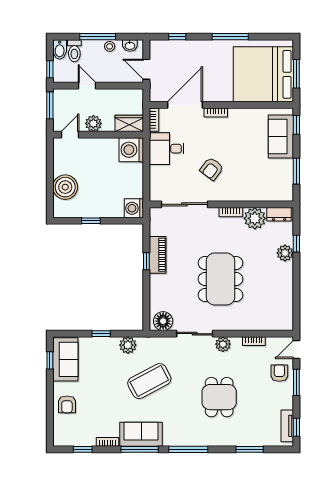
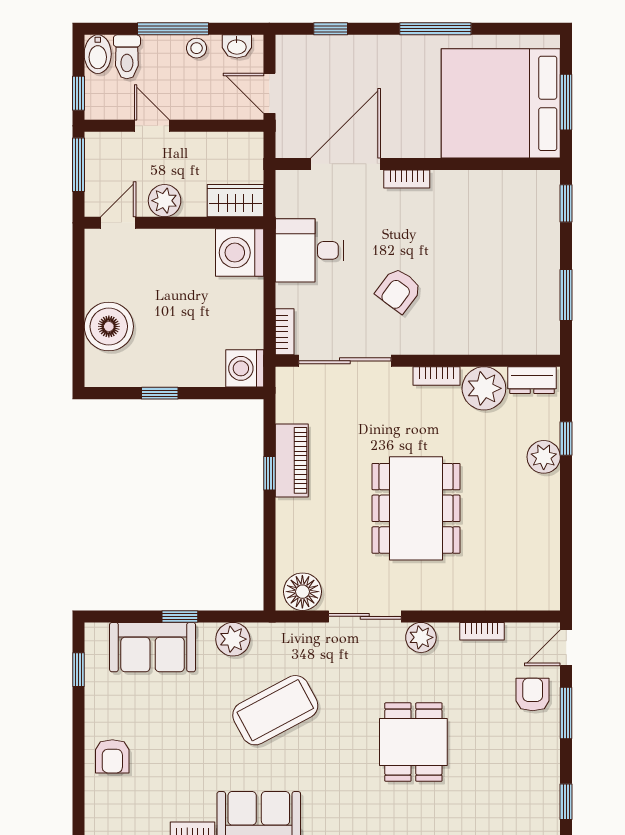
bookcase: (154, 120) -> (285, 332), moved
sofa: (281, 136) -> (535, 226), removed
sofa: (65, 359) -> (153, 647), moved, turned 90
tv unit: (287, 426) -> (548, 799), removed

